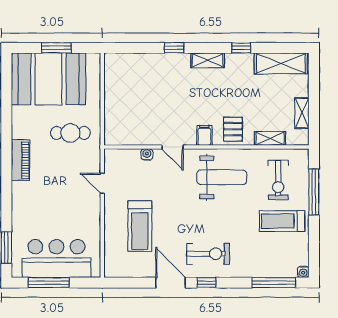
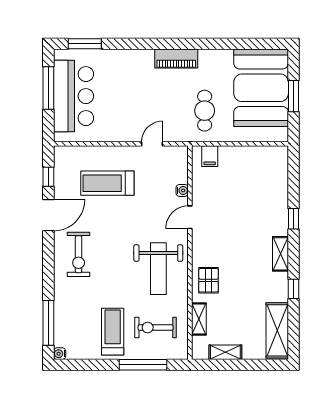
pallet: (233, 129) -> (209, 280), turned 90
filing cabinet: (204, 135) -> (210, 156), moved, turned 90
window: (206, 283) -> (48, 177), moved

